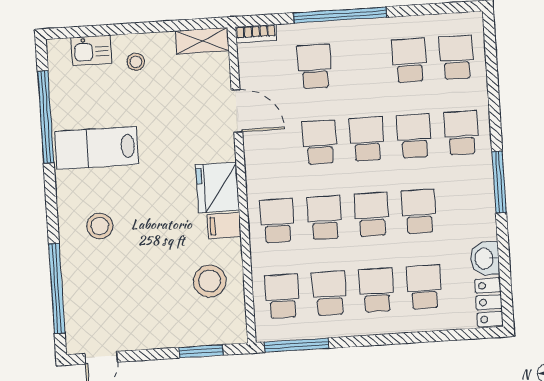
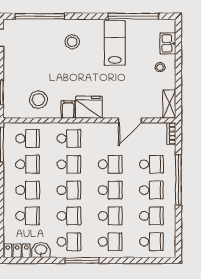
school desk: (362, 63) -> (151, 190), added
school desk: (466, 208) -> (69, 242), added

